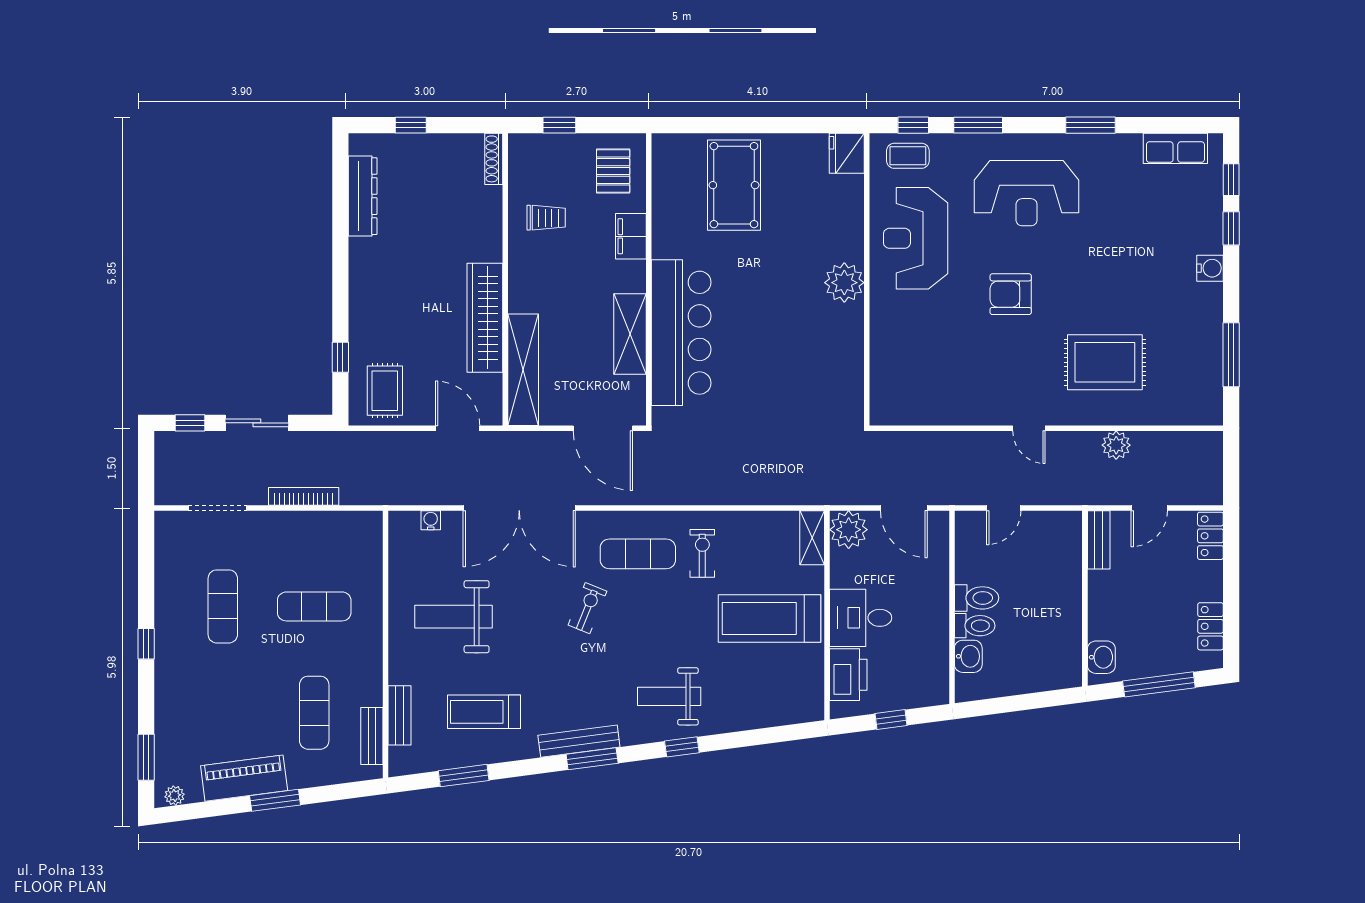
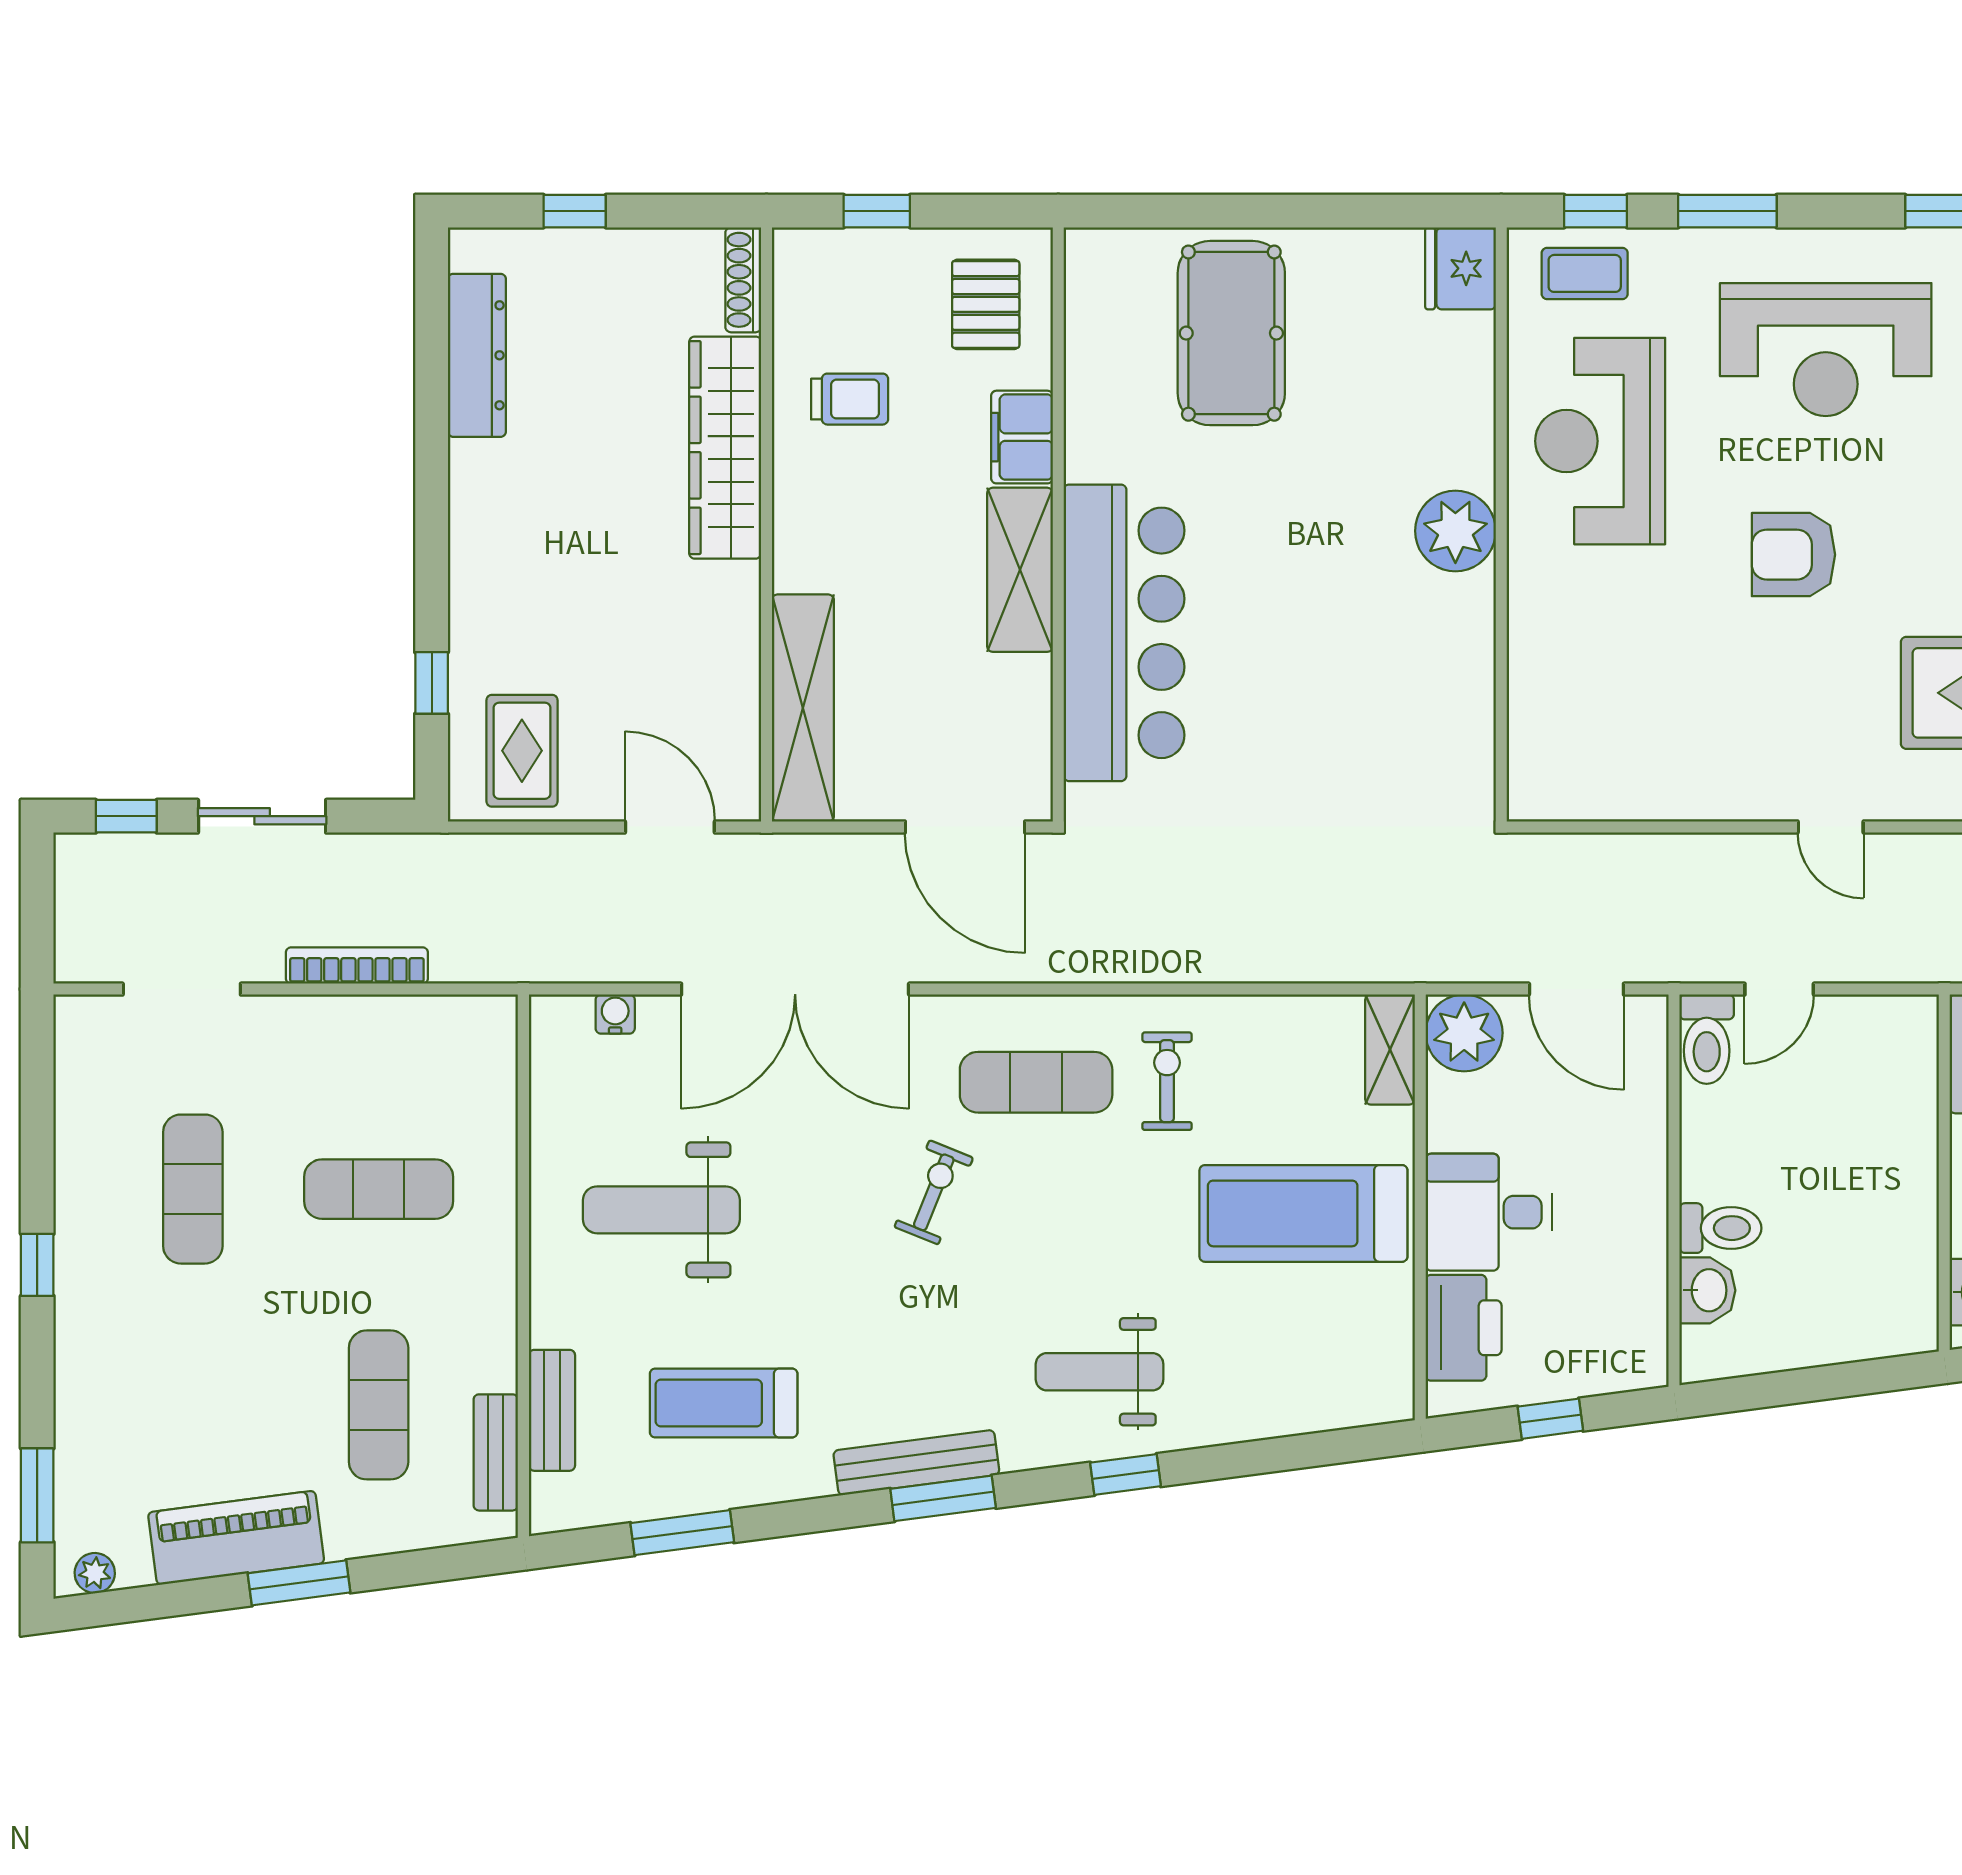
wardrobe: (485, 318) -> (725, 448), moved
shelving: (630, 334) -> (1020, 570), moved
toilet: (977, 598) -> (1707, 1039), moved, turned 90

